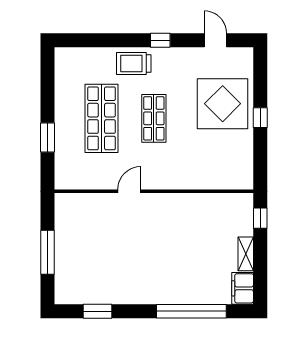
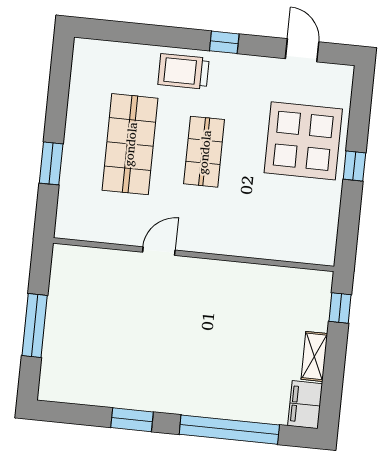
window: (98, 311) -> (132, 420), moved

